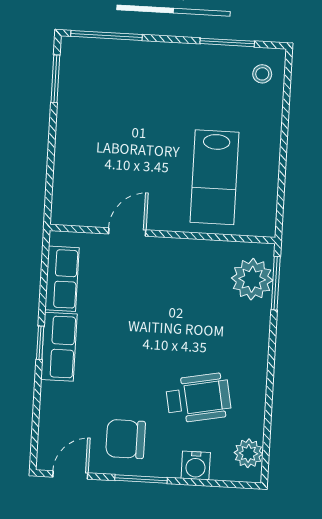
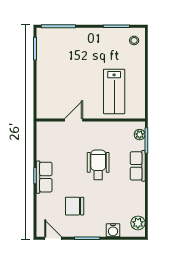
row of seats: (62, 279) -> (138, 166), moved, turned 180
plant: (252, 279) -> (140, 135), width x0.53, depth x0.53
wheelchair: (198, 398) -> (98, 165), moved, turned -79
chair: (126, 439) -> (75, 206), moved
door: (70, 475) -> (53, 238), hinge flipped

